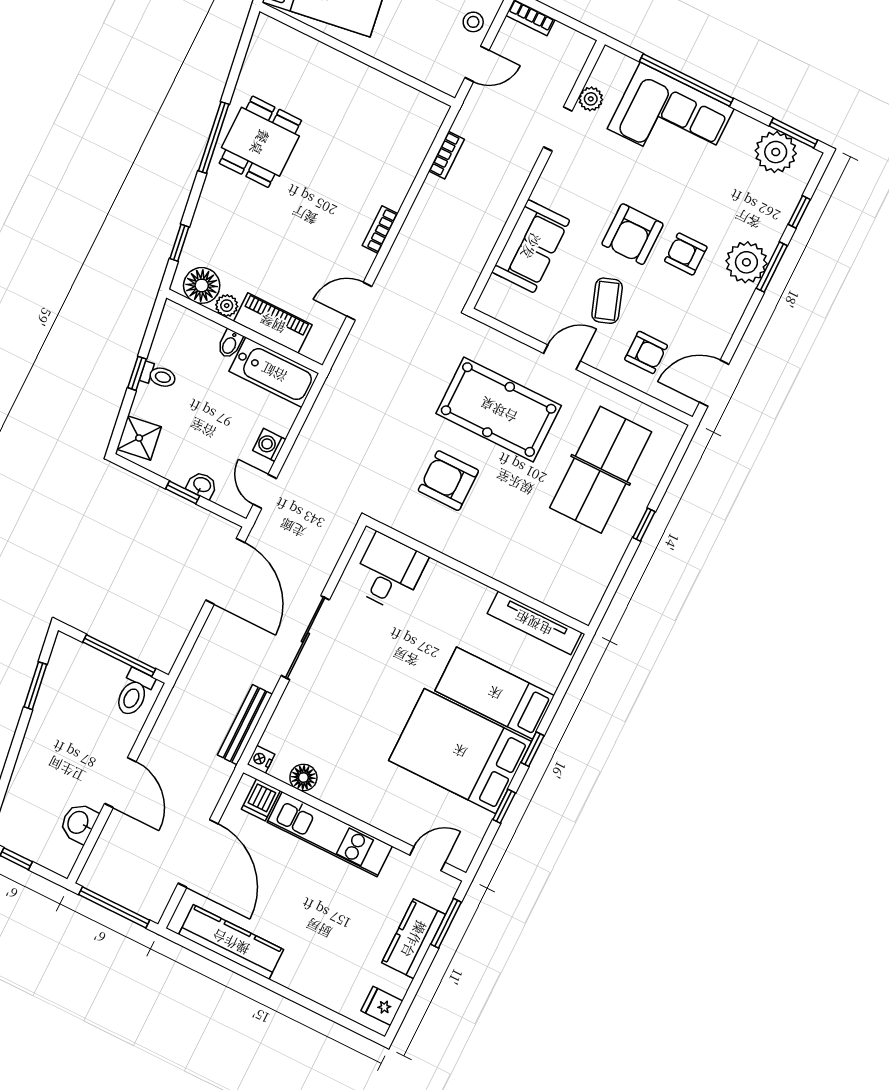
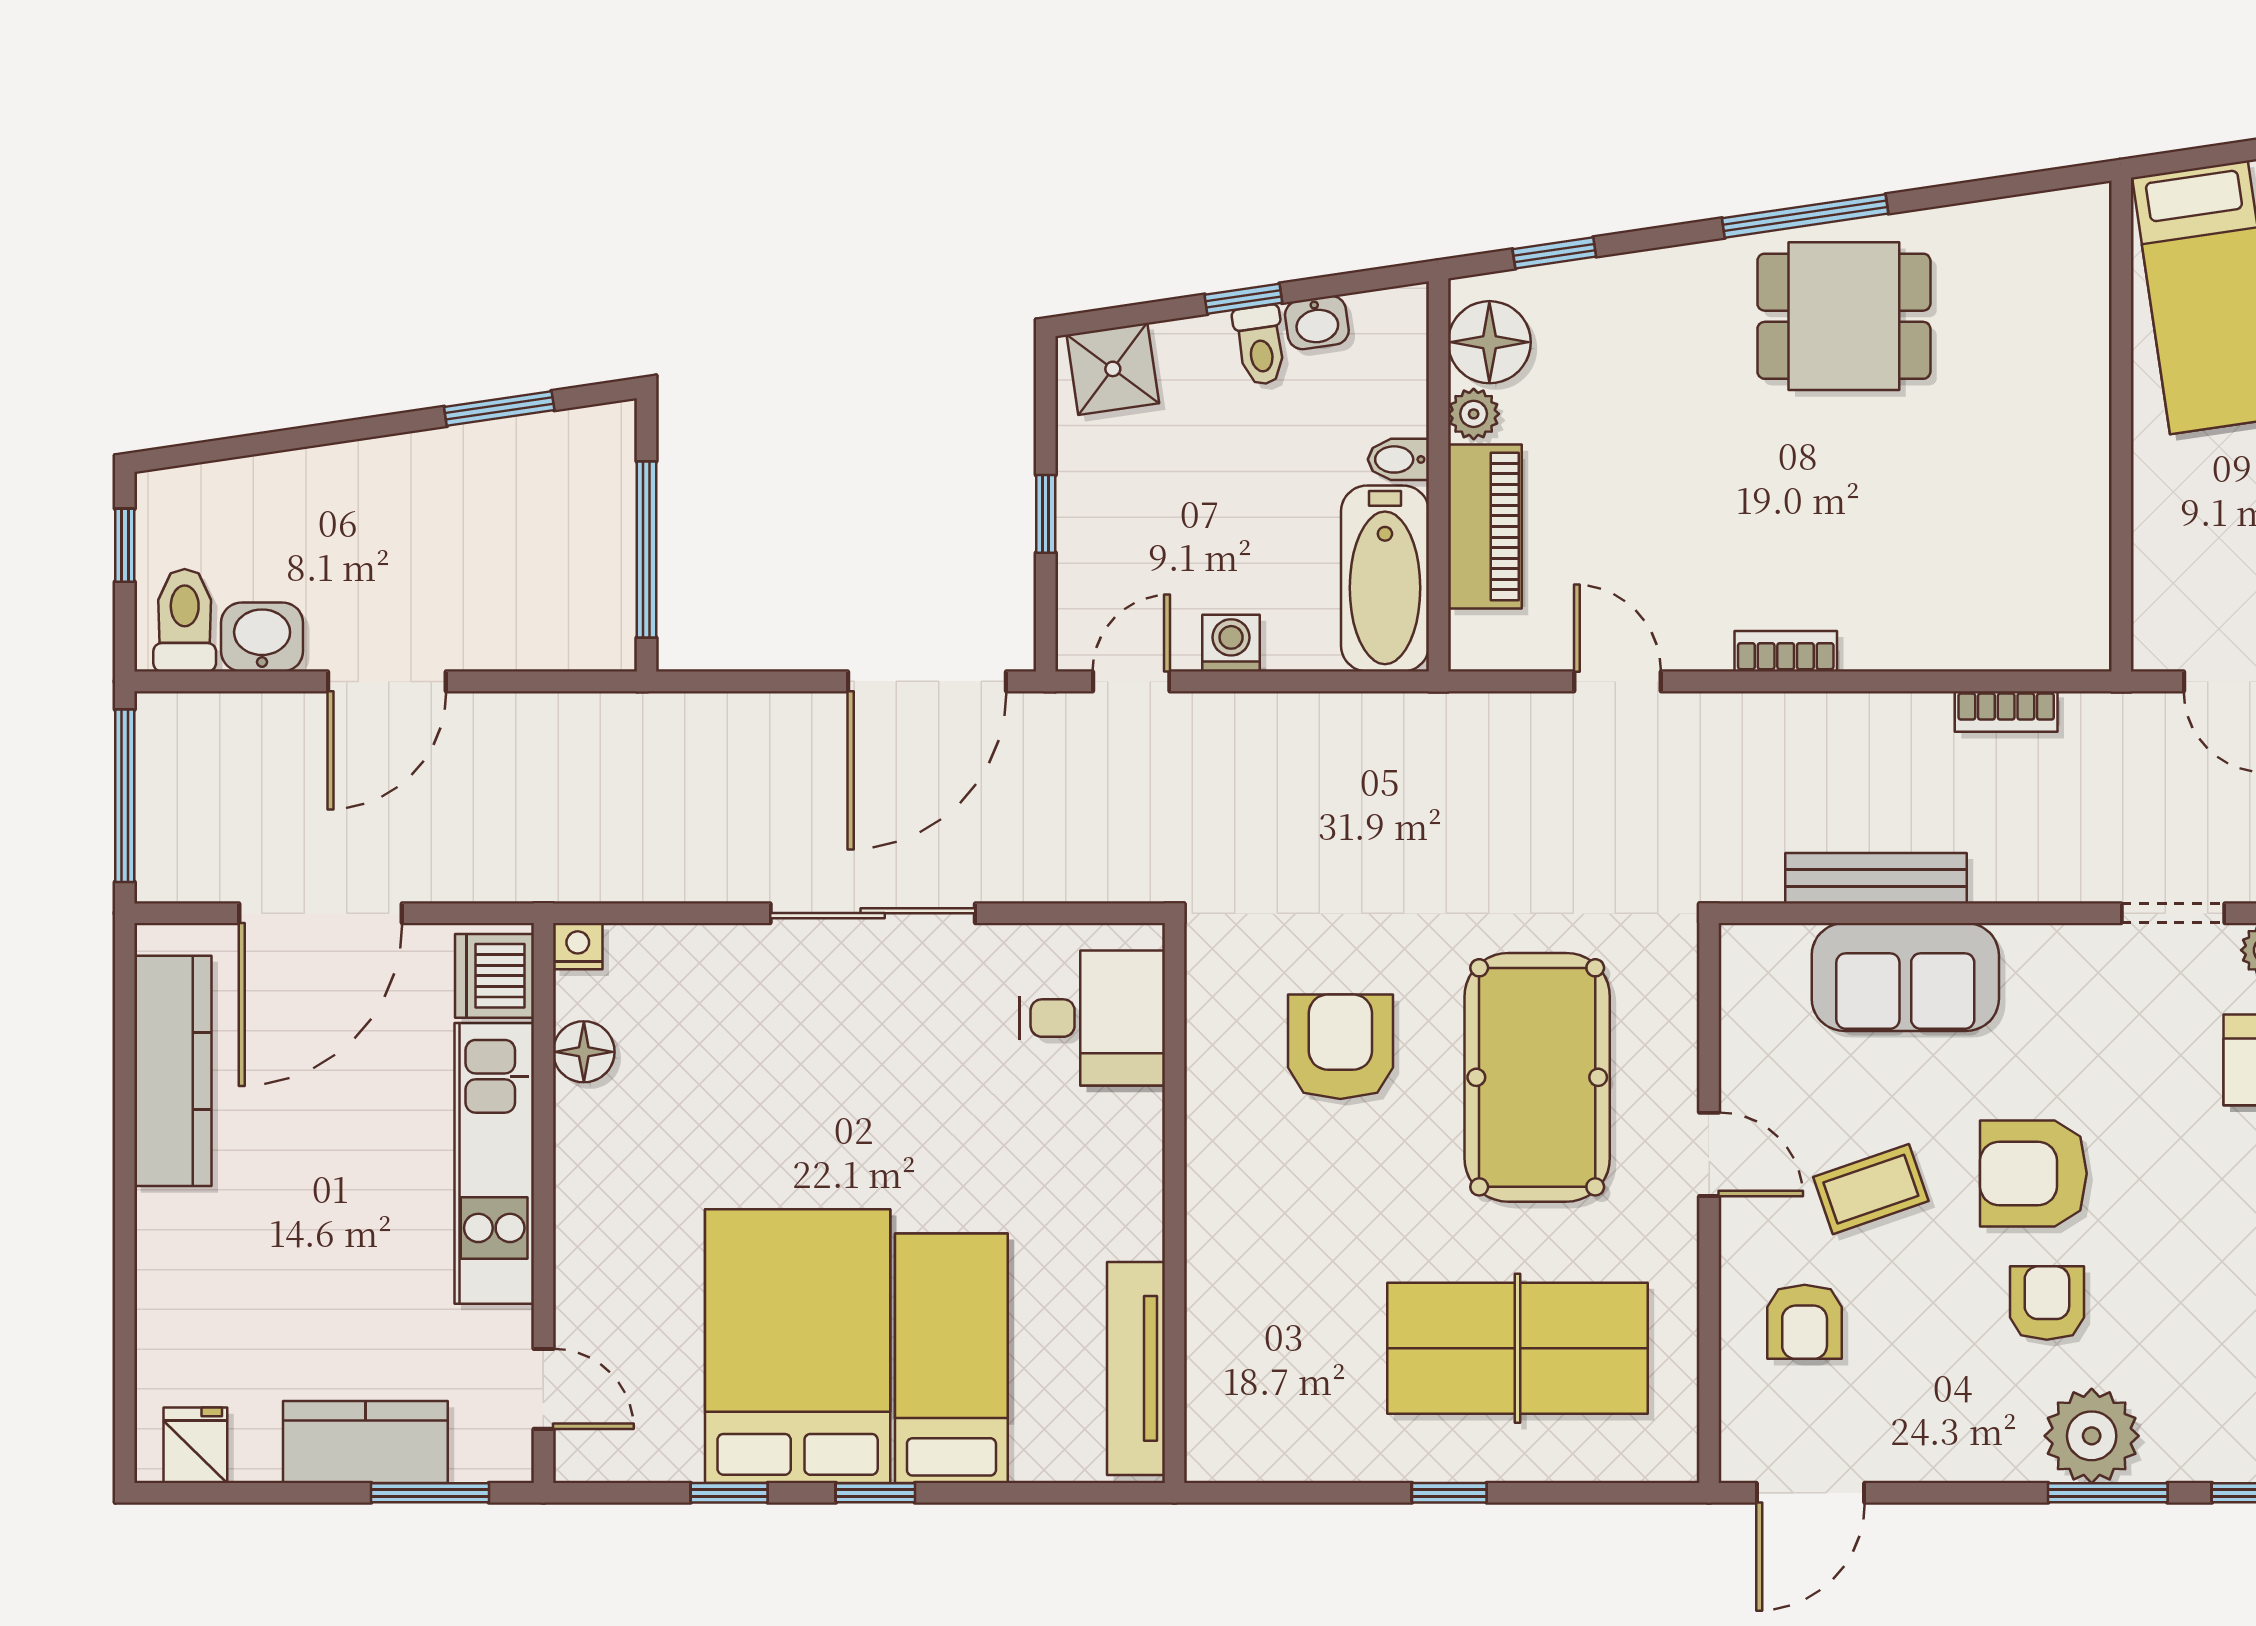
door: (714, 383) -> (1811, 1493), swing flipped
washbasin: (202, 485) -> (1317, 323), moved, turned 82
toilet: (134, 693) -> (185, 620), moved, turned 90
bench: (245, 725) -> (1876, 878), moved
dishwasher: (261, 800) -> (494, 976), width x1.38

